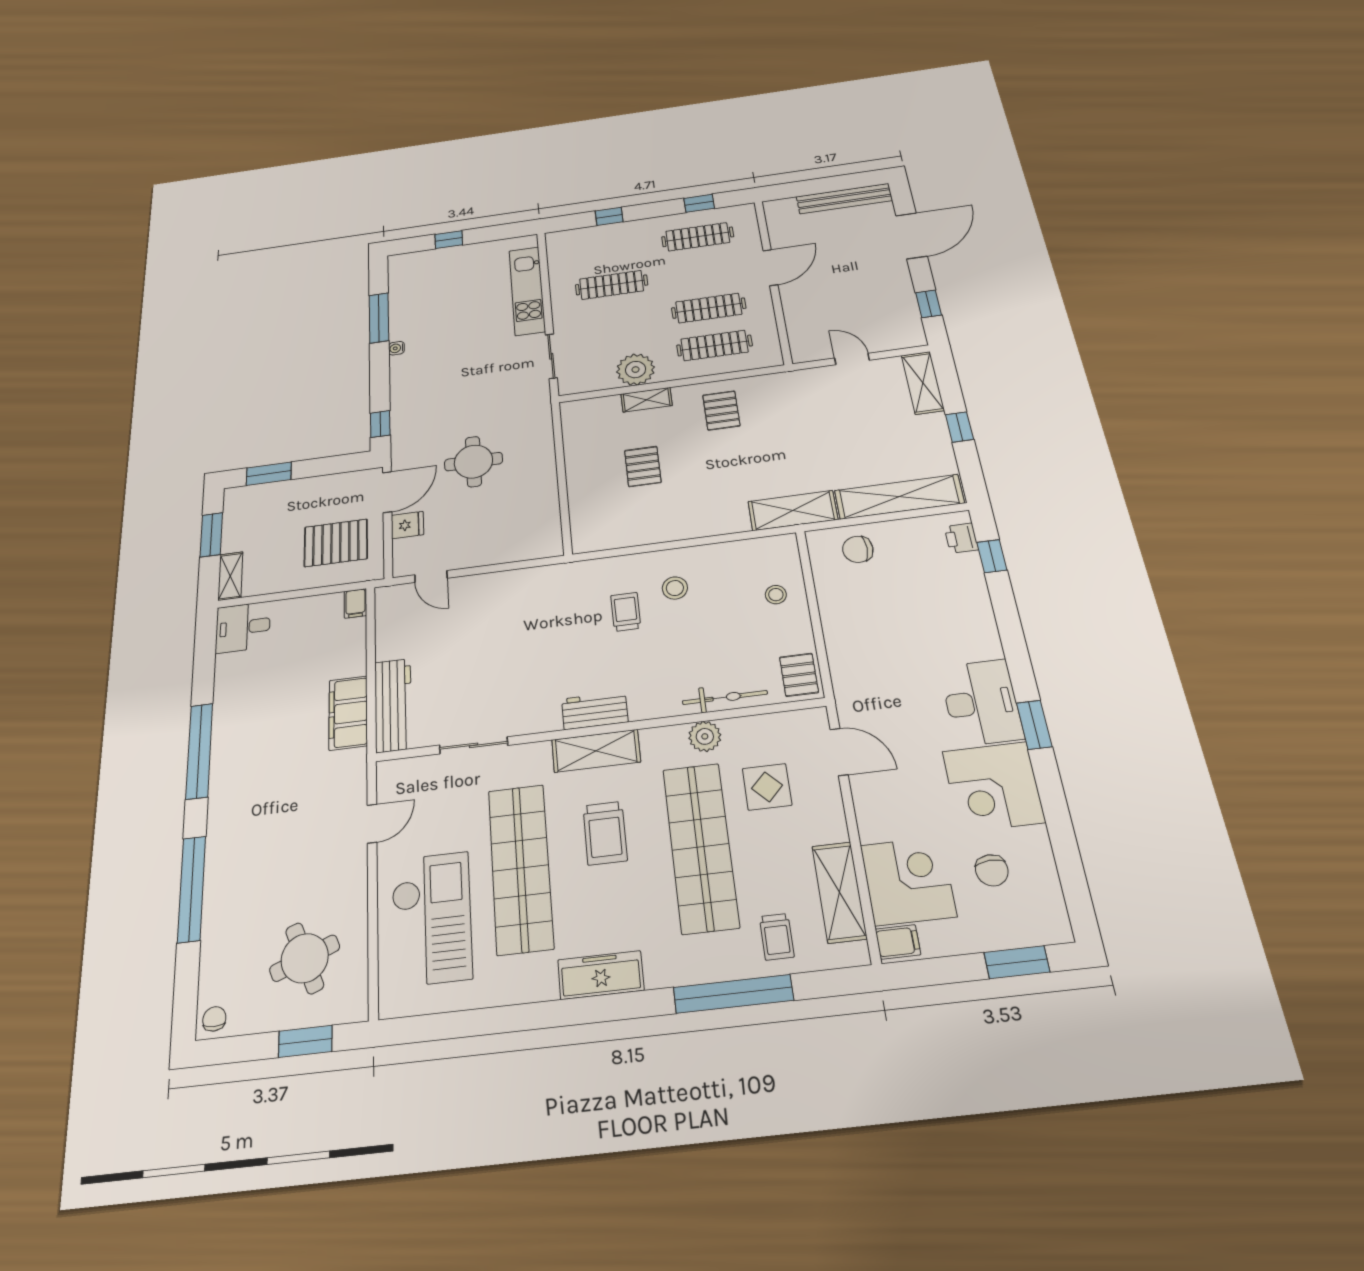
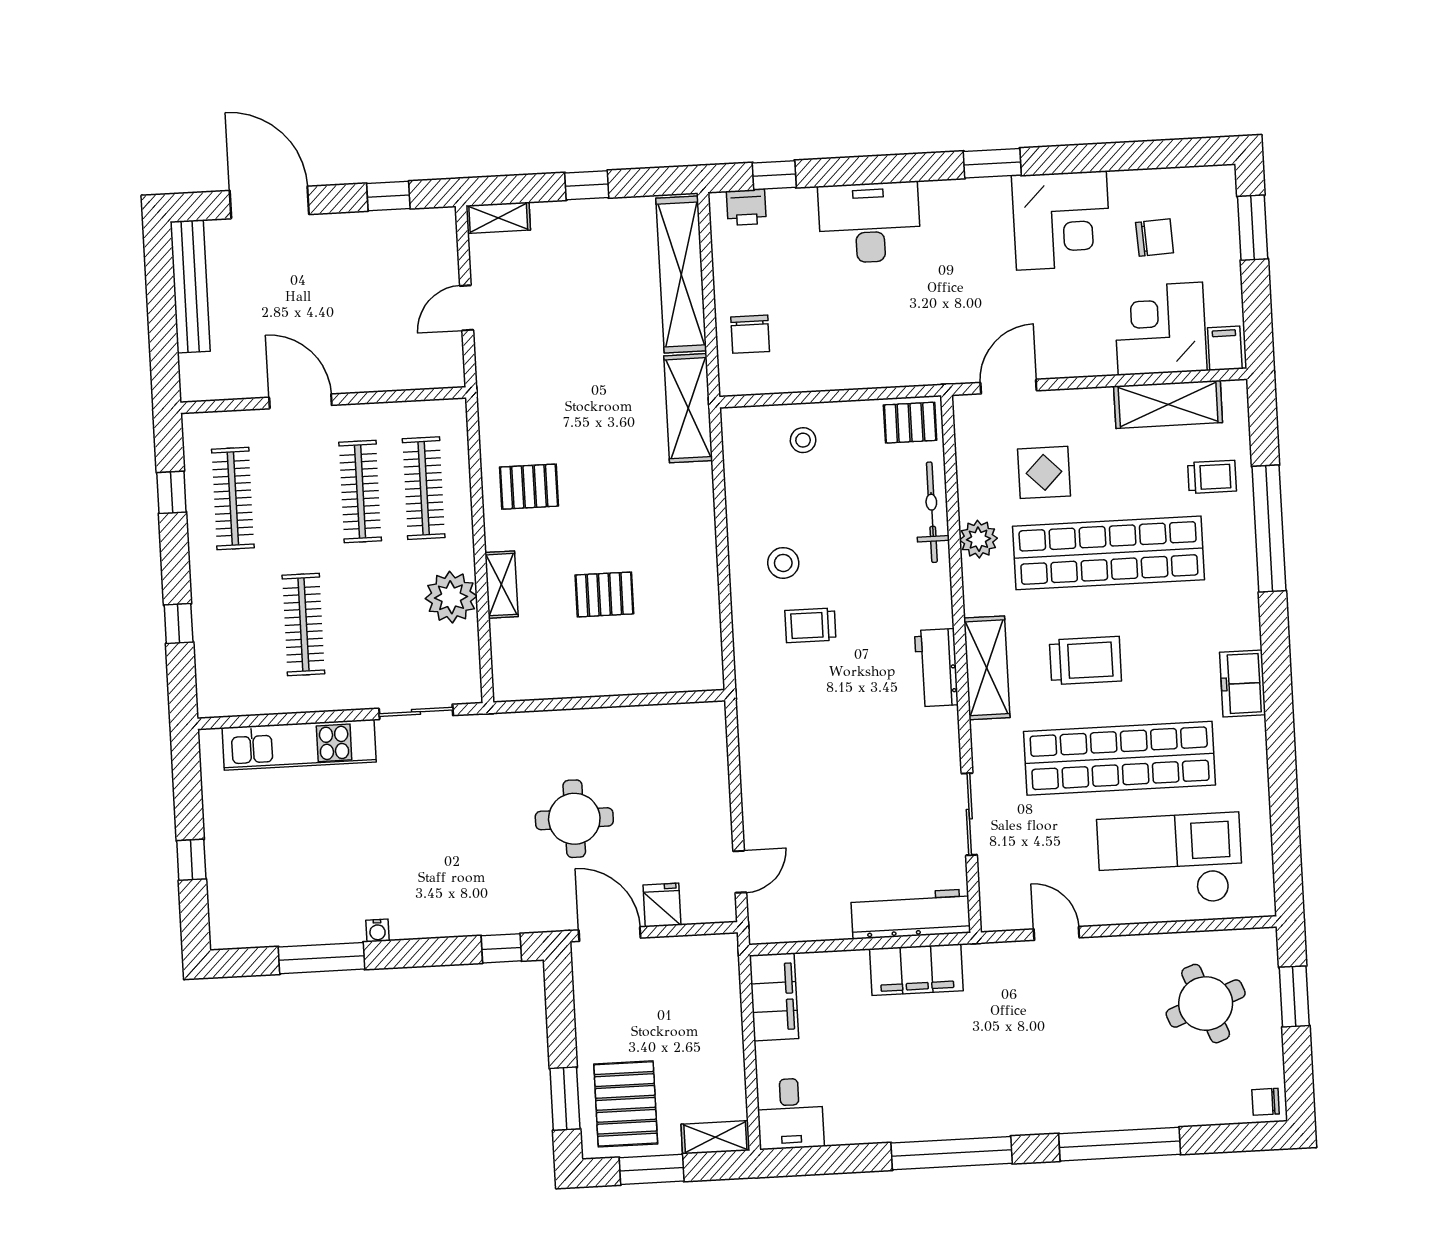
shelving: (923, 383) -> (498, 218), width x0.67, depth x0.75
pallet: (336, 543) -> (626, 1104), moved
filing cabinet: (355, 603) -> (774, 997), width x3.00, depth x1.17
desk: (981, 703) -> (869, 223), moved
freezer: (601, 975) -> (1243, 684), width x0.71

